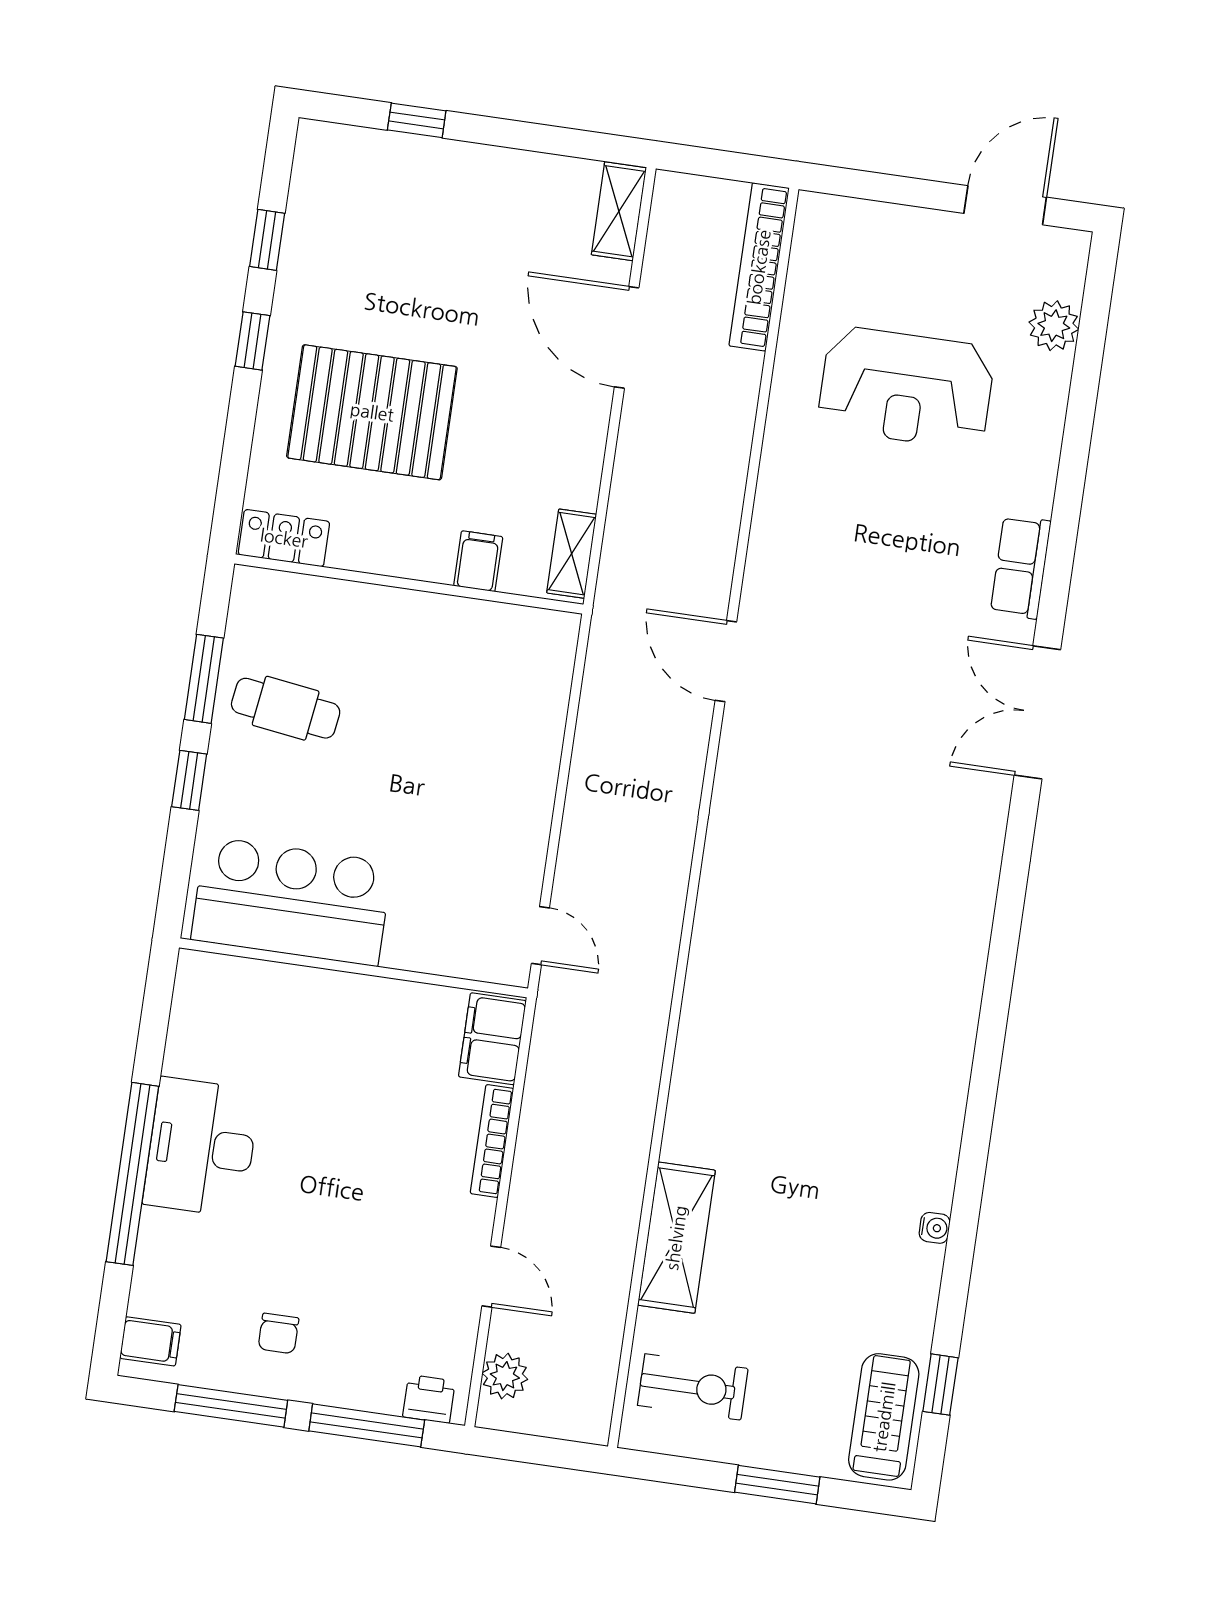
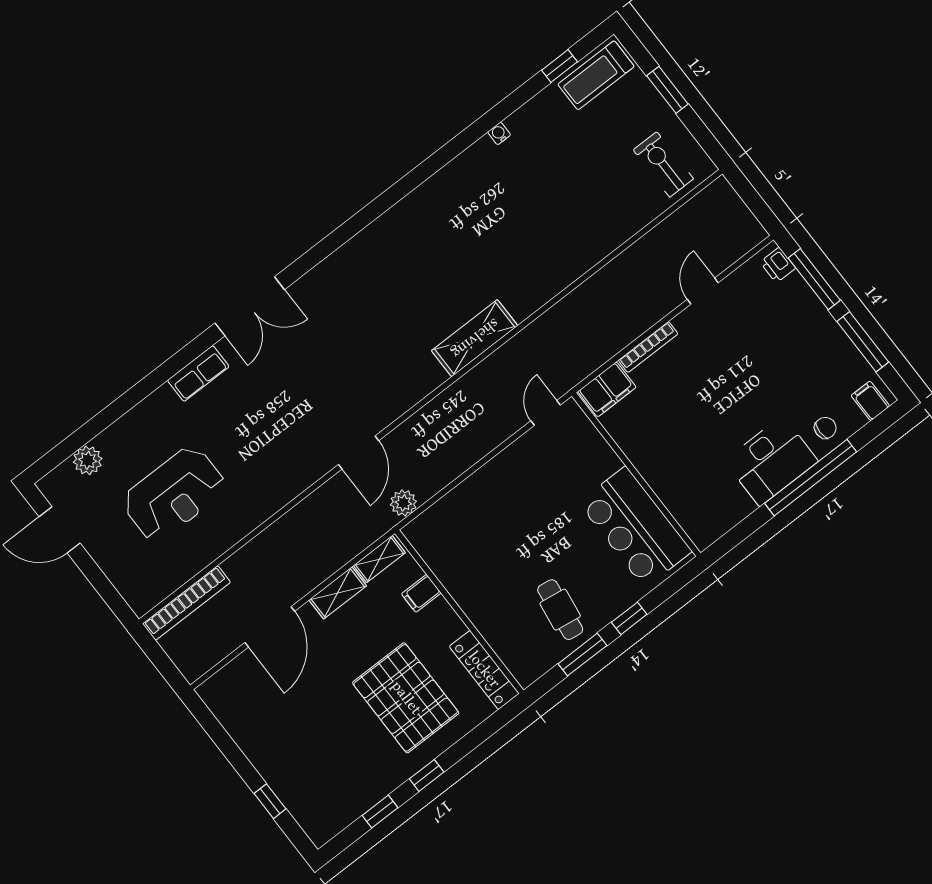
shelving: (619, 211) -> (338, 593), moved
reception desk: (906, 388) -> (174, 494), turned 90
locker: (284, 538) -> (484, 670), width x1.53
shelving: (676, 1238) -> (475, 338), moved
chair: (278, 1333) -> (825, 428), moved
plant: (505, 1376) -> (403, 503), moved

